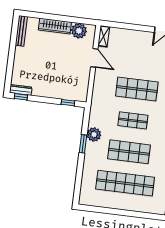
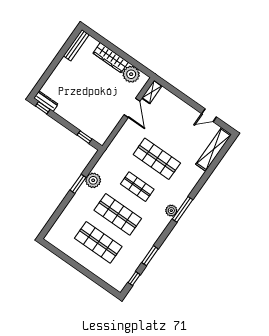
shop shelf: (125, 183) -> (98, 242), width x0.71

